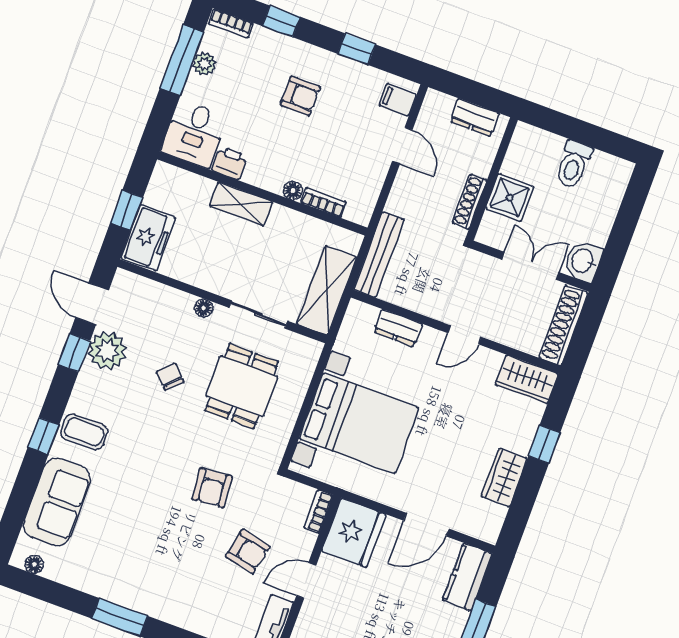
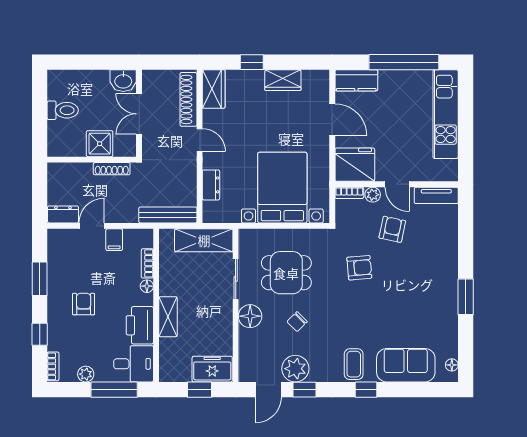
window: (357, 49) -> (40, 279), width x1.50
window: (182, 60) -> (114, 390), moved
filing cabinet: (398, 100) -> (114, 240), moved
dresser: (475, 117) -> (63, 214), moved, turned -90
printer: (229, 163) -> (140, 325), width x1.87, depth x1.48
floor lamp: (204, 308) -> (250, 316), width x1.89, depth x1.89
shoe rack: (563, 325) -> (188, 99), moved, turned 90
plant: (304, 542) -> (373, 195), added

